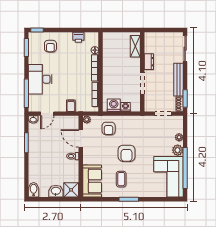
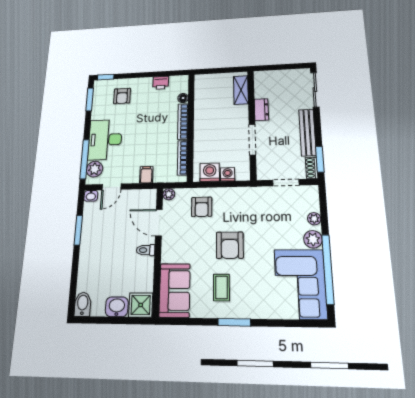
plant: (34, 101) -> (94, 169), added

